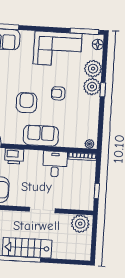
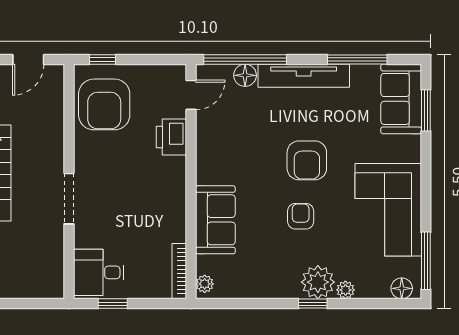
plant: (93, 69) -> (345, 290), width x0.53, depth x0.53
armchair: (27, 103) -> (307, 160), moved, turned 90
sofa: (41, 136) -> (215, 220), moved
desk: (55, 164) -> (99, 272), moved, turned 180
plant: (80, 224) -> (47, 275), removed

